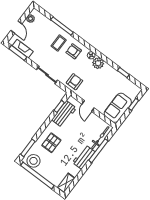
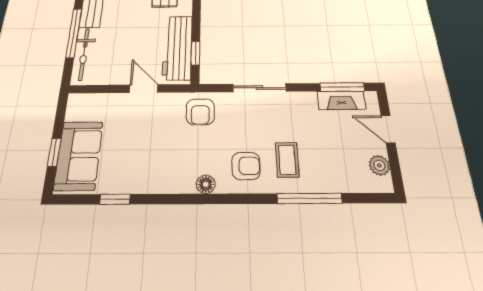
plant: (98, 63) -> (180, 179), removed
sofa: (118, 108) -> (79, 155), moved
workbench: (64, 114) -> (178, 47), width x1.38

